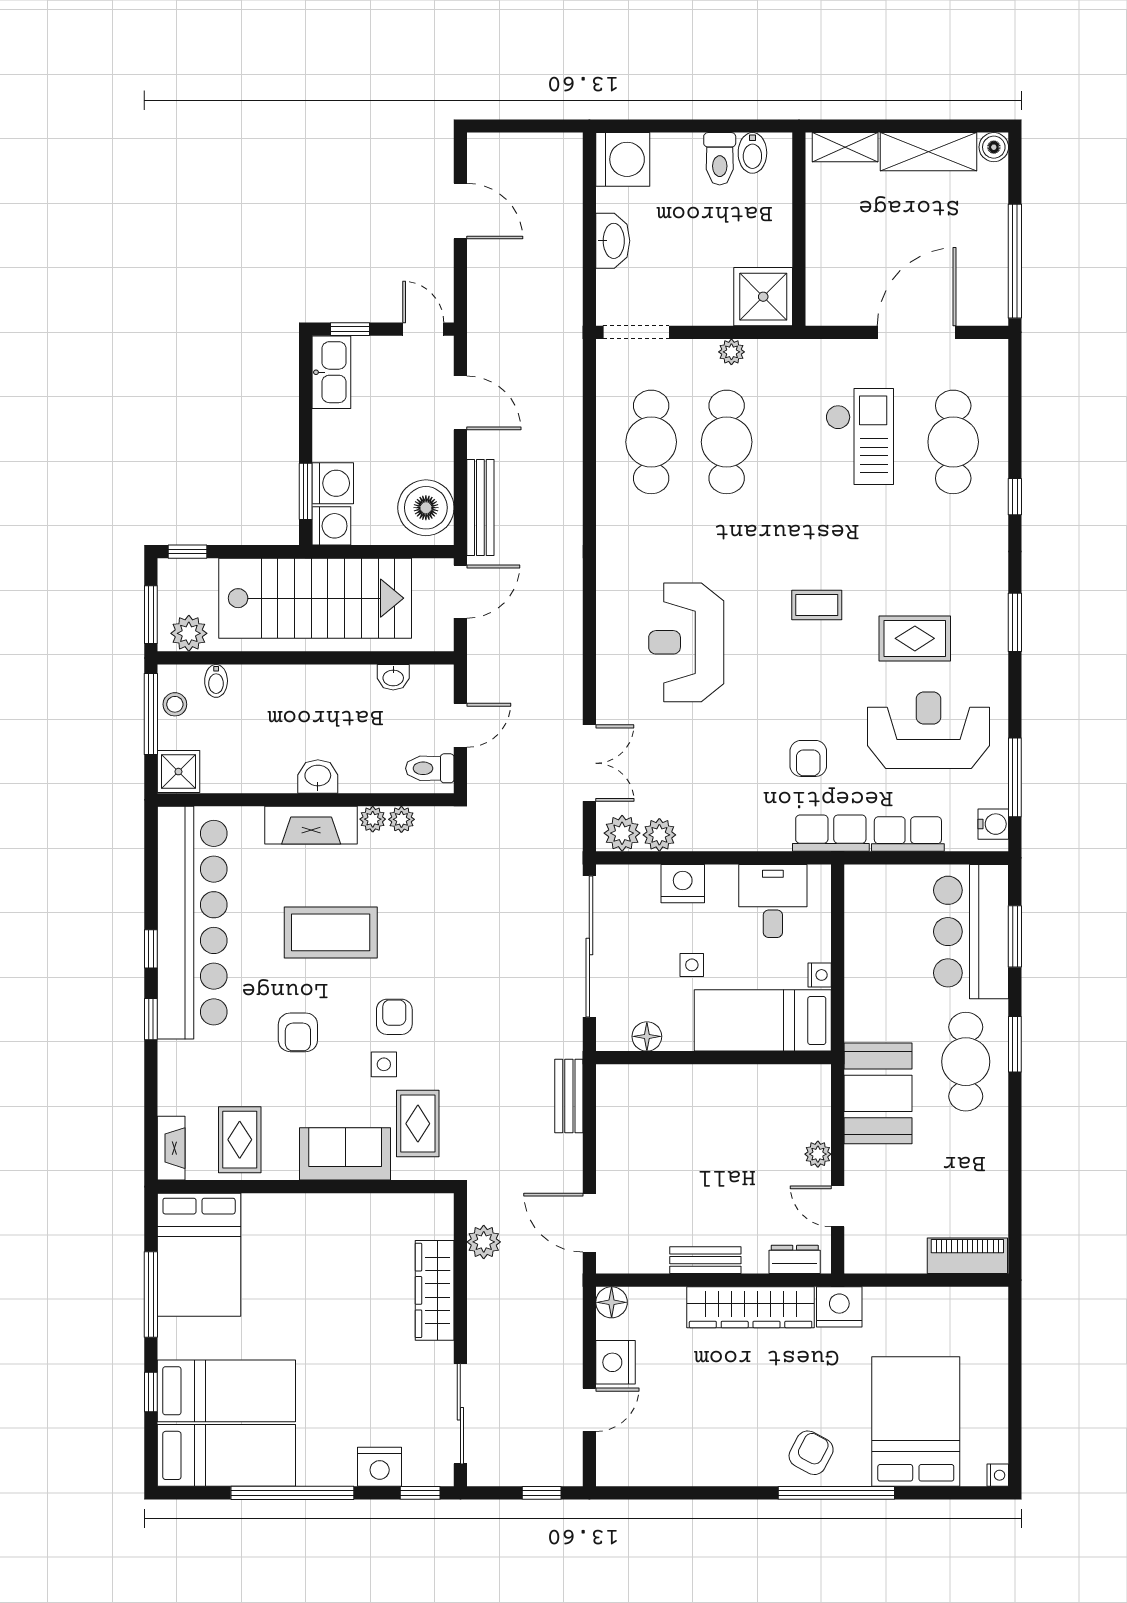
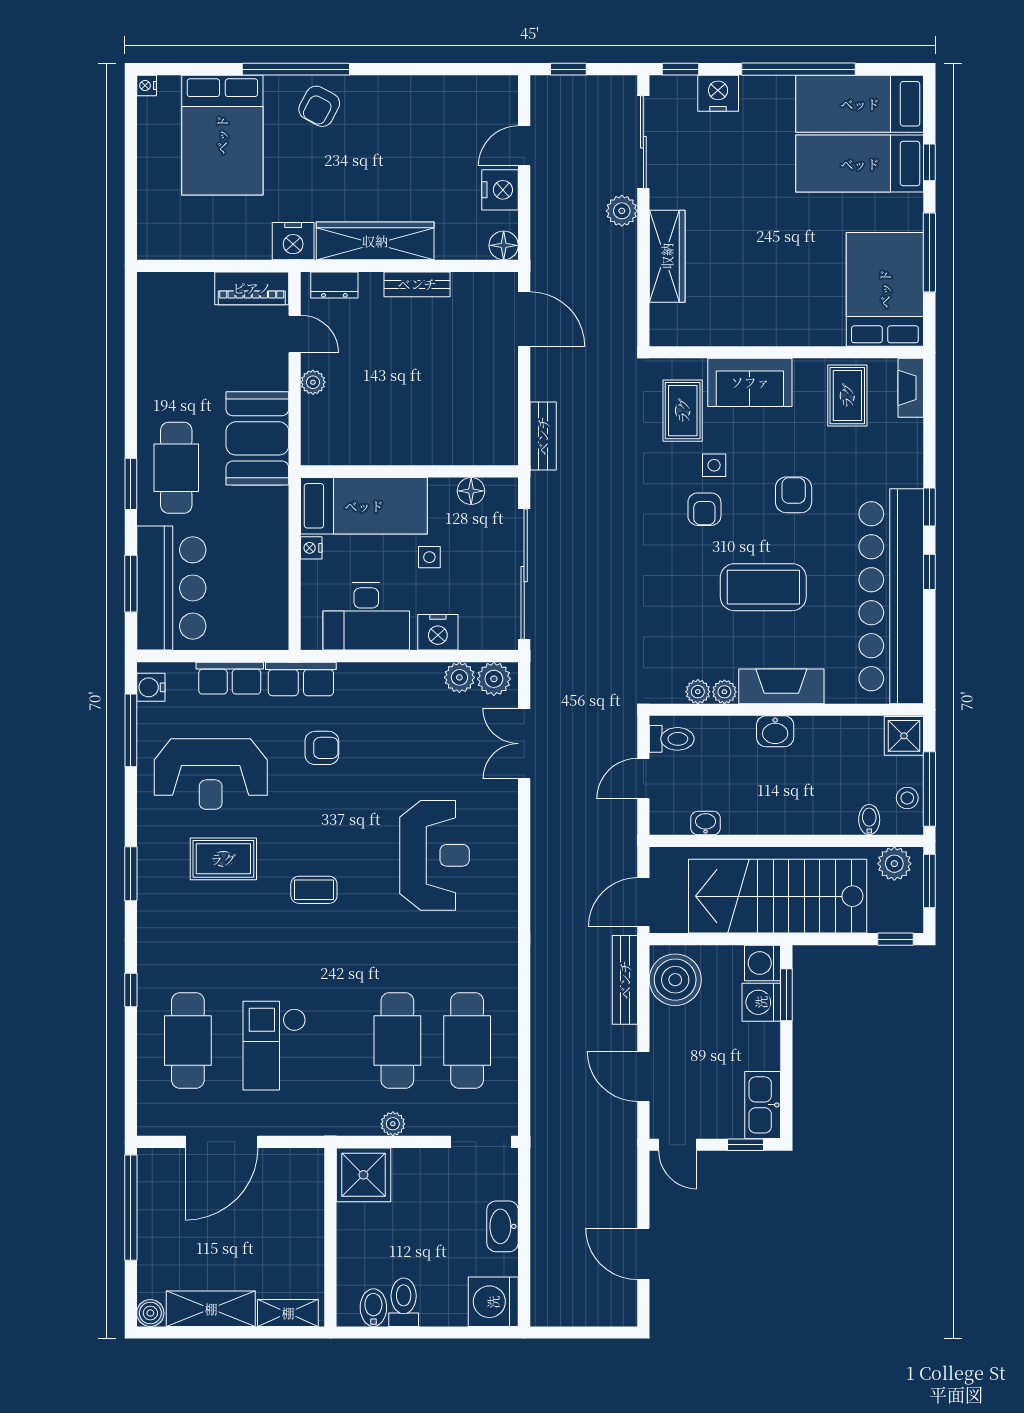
armchair: (808, 758) -> (322, 748), turned 90
desk: (773, 901) -> (366, 616), width x1.37
plant: (484, 1242) -> (622, 211), moved
piano: (967, 1256) -> (252, 288), moved

